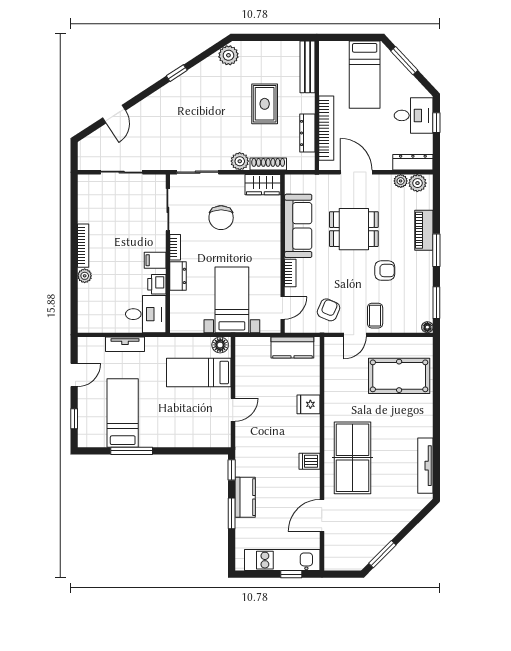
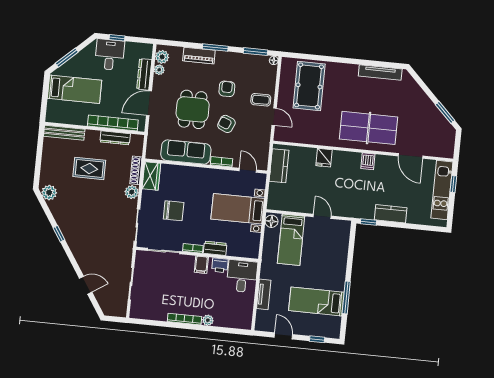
dresser: (413, 162) -> (144, 74), moved
armchair: (329, 310) -> (226, 124), moved
window: (232, 513) -> (402, 225), removed

